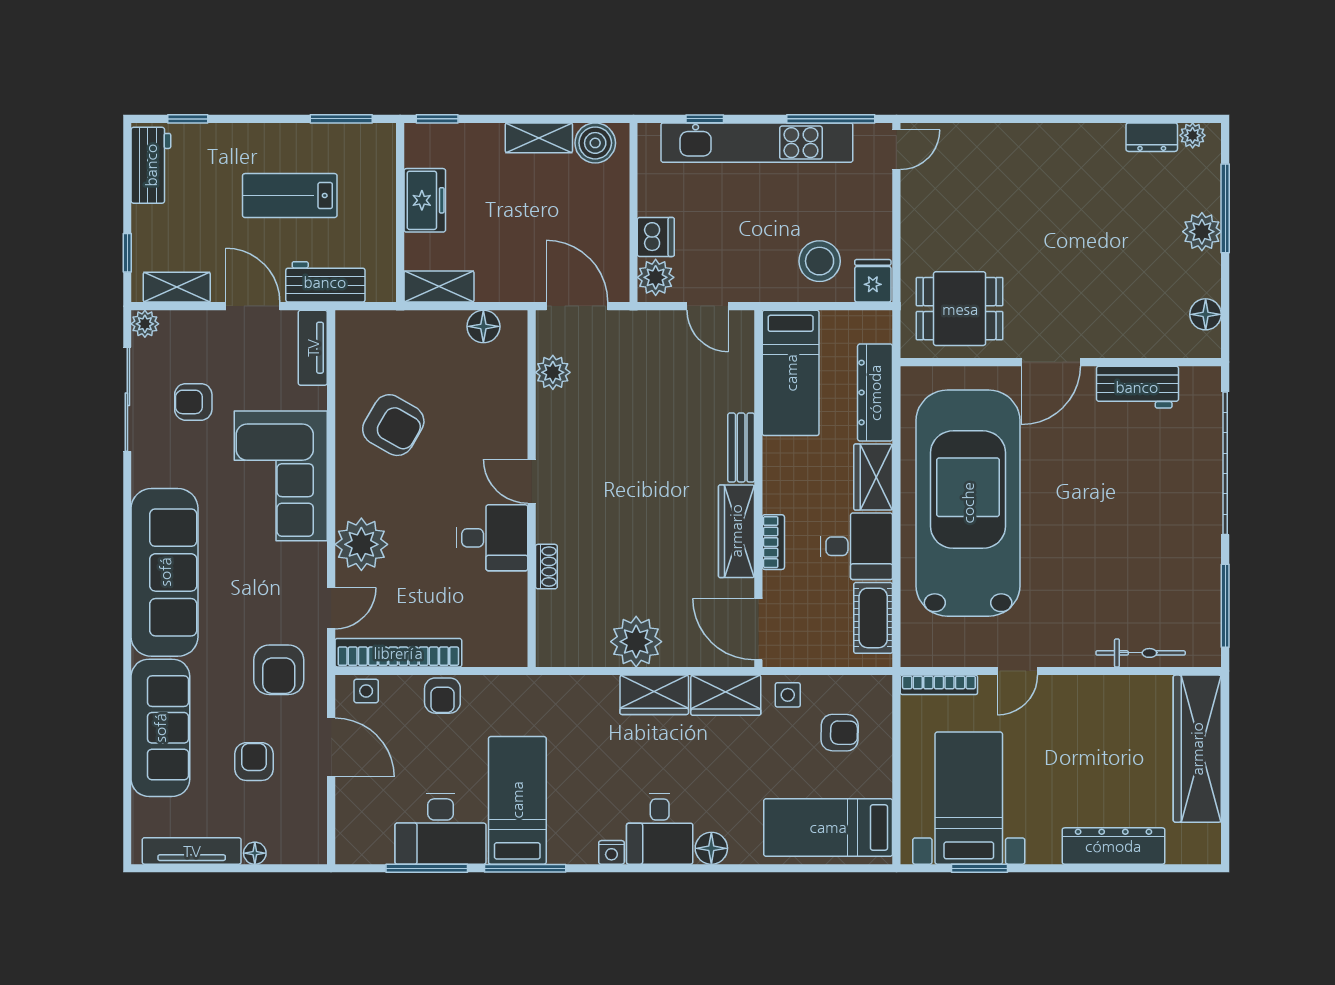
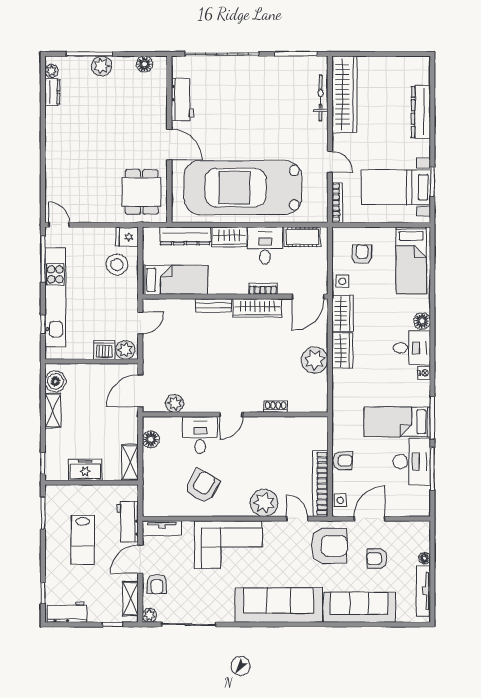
armchair: (193, 402) -> (157, 584), moved
desk: (492, 538) -> (200, 435), moved
armchair: (279, 670) -> (329, 546), width x1.36, depth x1.36
wardrobe: (1197, 749) -> (344, 94), moved, turned -90

